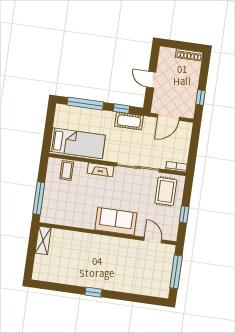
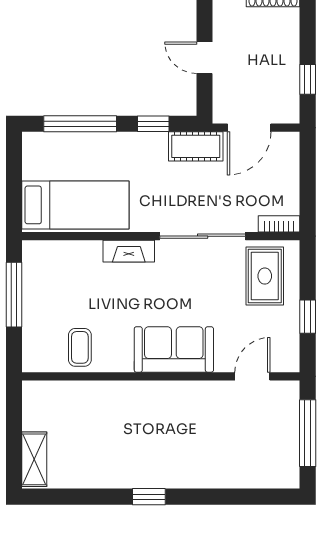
cot: (129, 121) -> (196, 146), moved
coffee table: (67, 170) -> (80, 347), moved
window: (39, 198) -> (14, 295), moved
shelving: (43, 240) -> (34, 459), moved
door: (153, 240) -> (252, 376), hinge flipped

